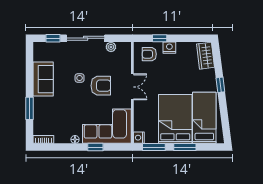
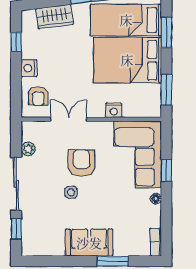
window: (160, 38) -> (16, 42), moved
wardrobe: (206, 56) -> (55, 17), moved
sofa: (43, 79) -> (89, 243), moved
double door: (132, 87) -> (69, 119), moved
nightstand: (139, 138) -> (114, 110), moved
window: (185, 147) -> (166, 33), moved

